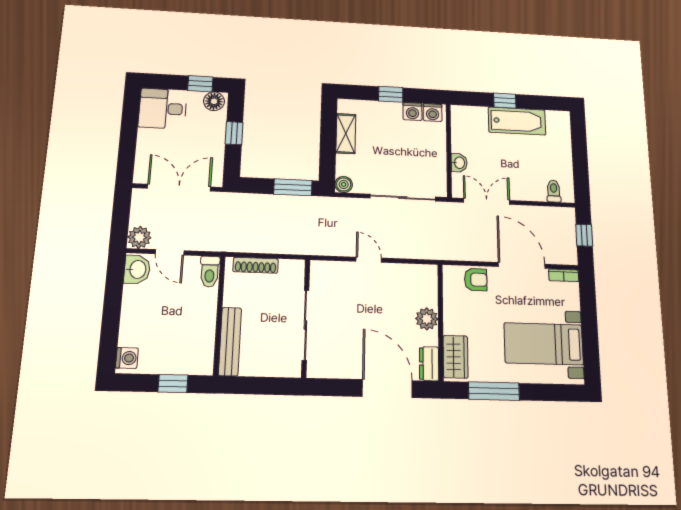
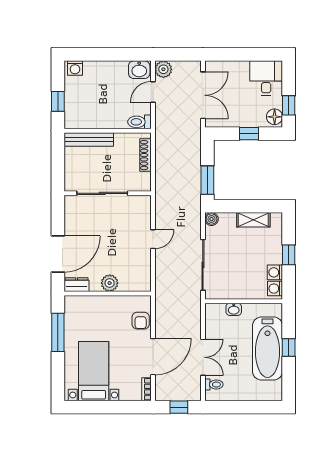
bathtub: (517, 121) -> (267, 349), width x1.36, depth x1.36
double door: (487, 201) -> (203, 357), moved
wardrobe: (456, 357) -> (82, 304), removed

